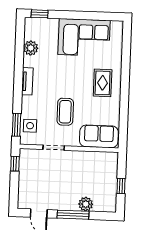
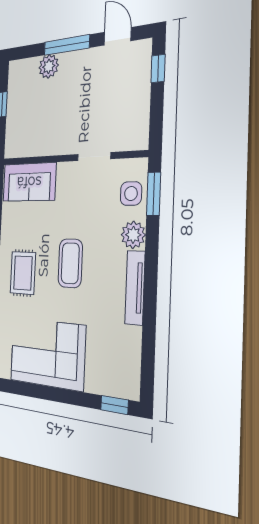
plant: (31, 48) -> (133, 235), moved
tv unit: (27, 81) -> (135, 288), width x1.41
coffee table: (65, 112) -> (70, 263), moved
window: (15, 164) -> (158, 69), moved

